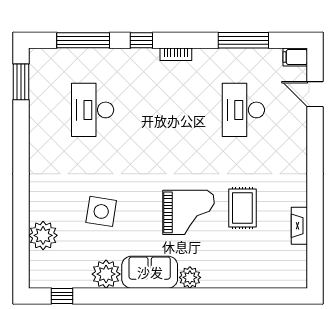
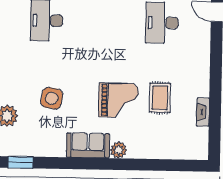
plant: (106, 274) -> (55, 146), removed
window: (62, 296) -> (21, 162), width x1.50

